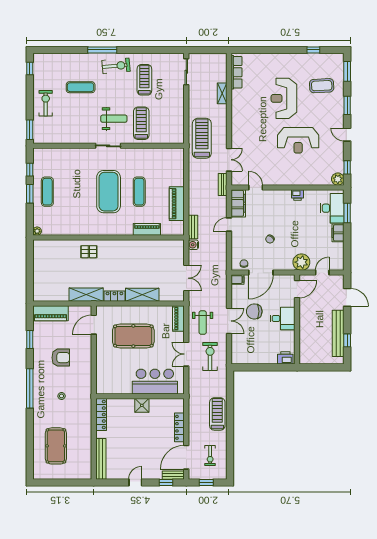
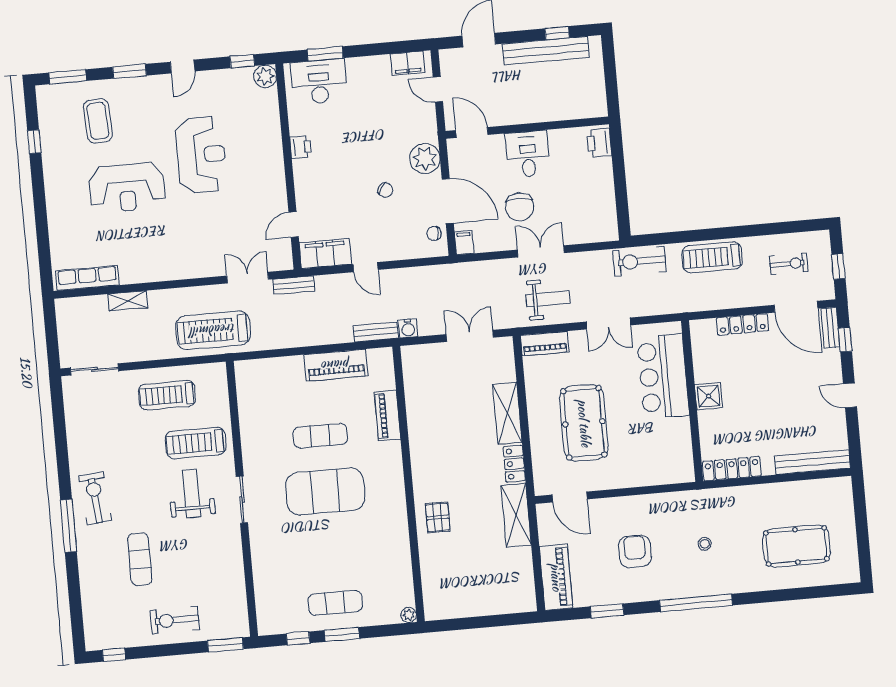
treadmill: (144, 80) -> (167, 395), moved
filing cabinet: (338, 233) -> (407, 63), moved
plant: (301, 262) -> (425, 159), moved
exercise bike: (210, 356) -> (639, 261), moved

